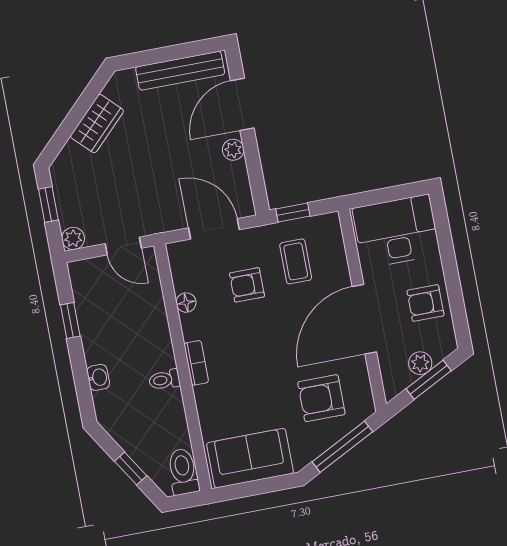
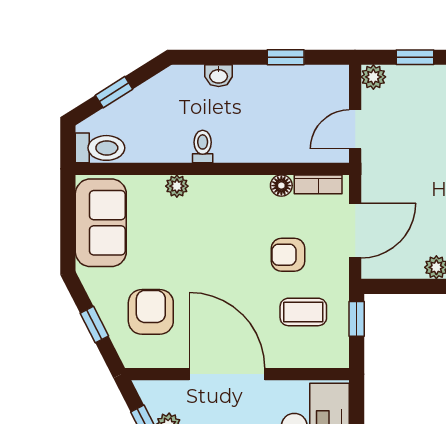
armchair: (247, 285) -> (288, 255), turned -90
bookcase: (196, 363) -> (318, 184), moved
plant: (204, 396) -> (177, 186), added
window: (342, 447) -> (94, 325), width x0.46

